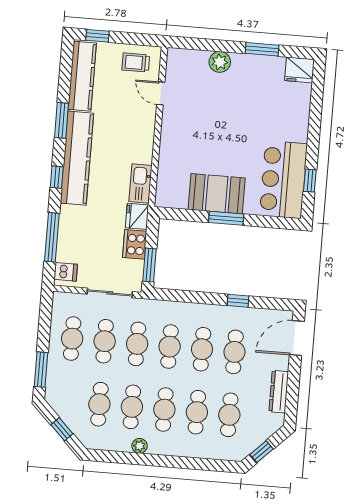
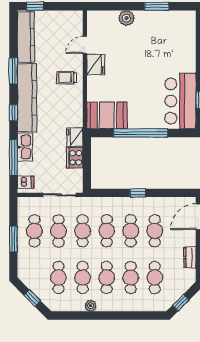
trolley: (136, 62) -> (66, 78), moved
fridge: (299, 70) -> (96, 65), moved, turned -90
door: (161, 93) -> (85, 45), hinge flipped
kitchen sink: (140, 183) -> (25, 147), moved, turned 180
booth: (217, 194) -> (107, 115), moved
window: (226, 218) -> (141, 133), width x2.11
window: (149, 265) -> (87, 172), removed
window: (238, 301) -> (138, 193), moved
window: (41, 370) -> (13, 239), moved
dresser: (279, 392) -> (190, 257), width x0.70

